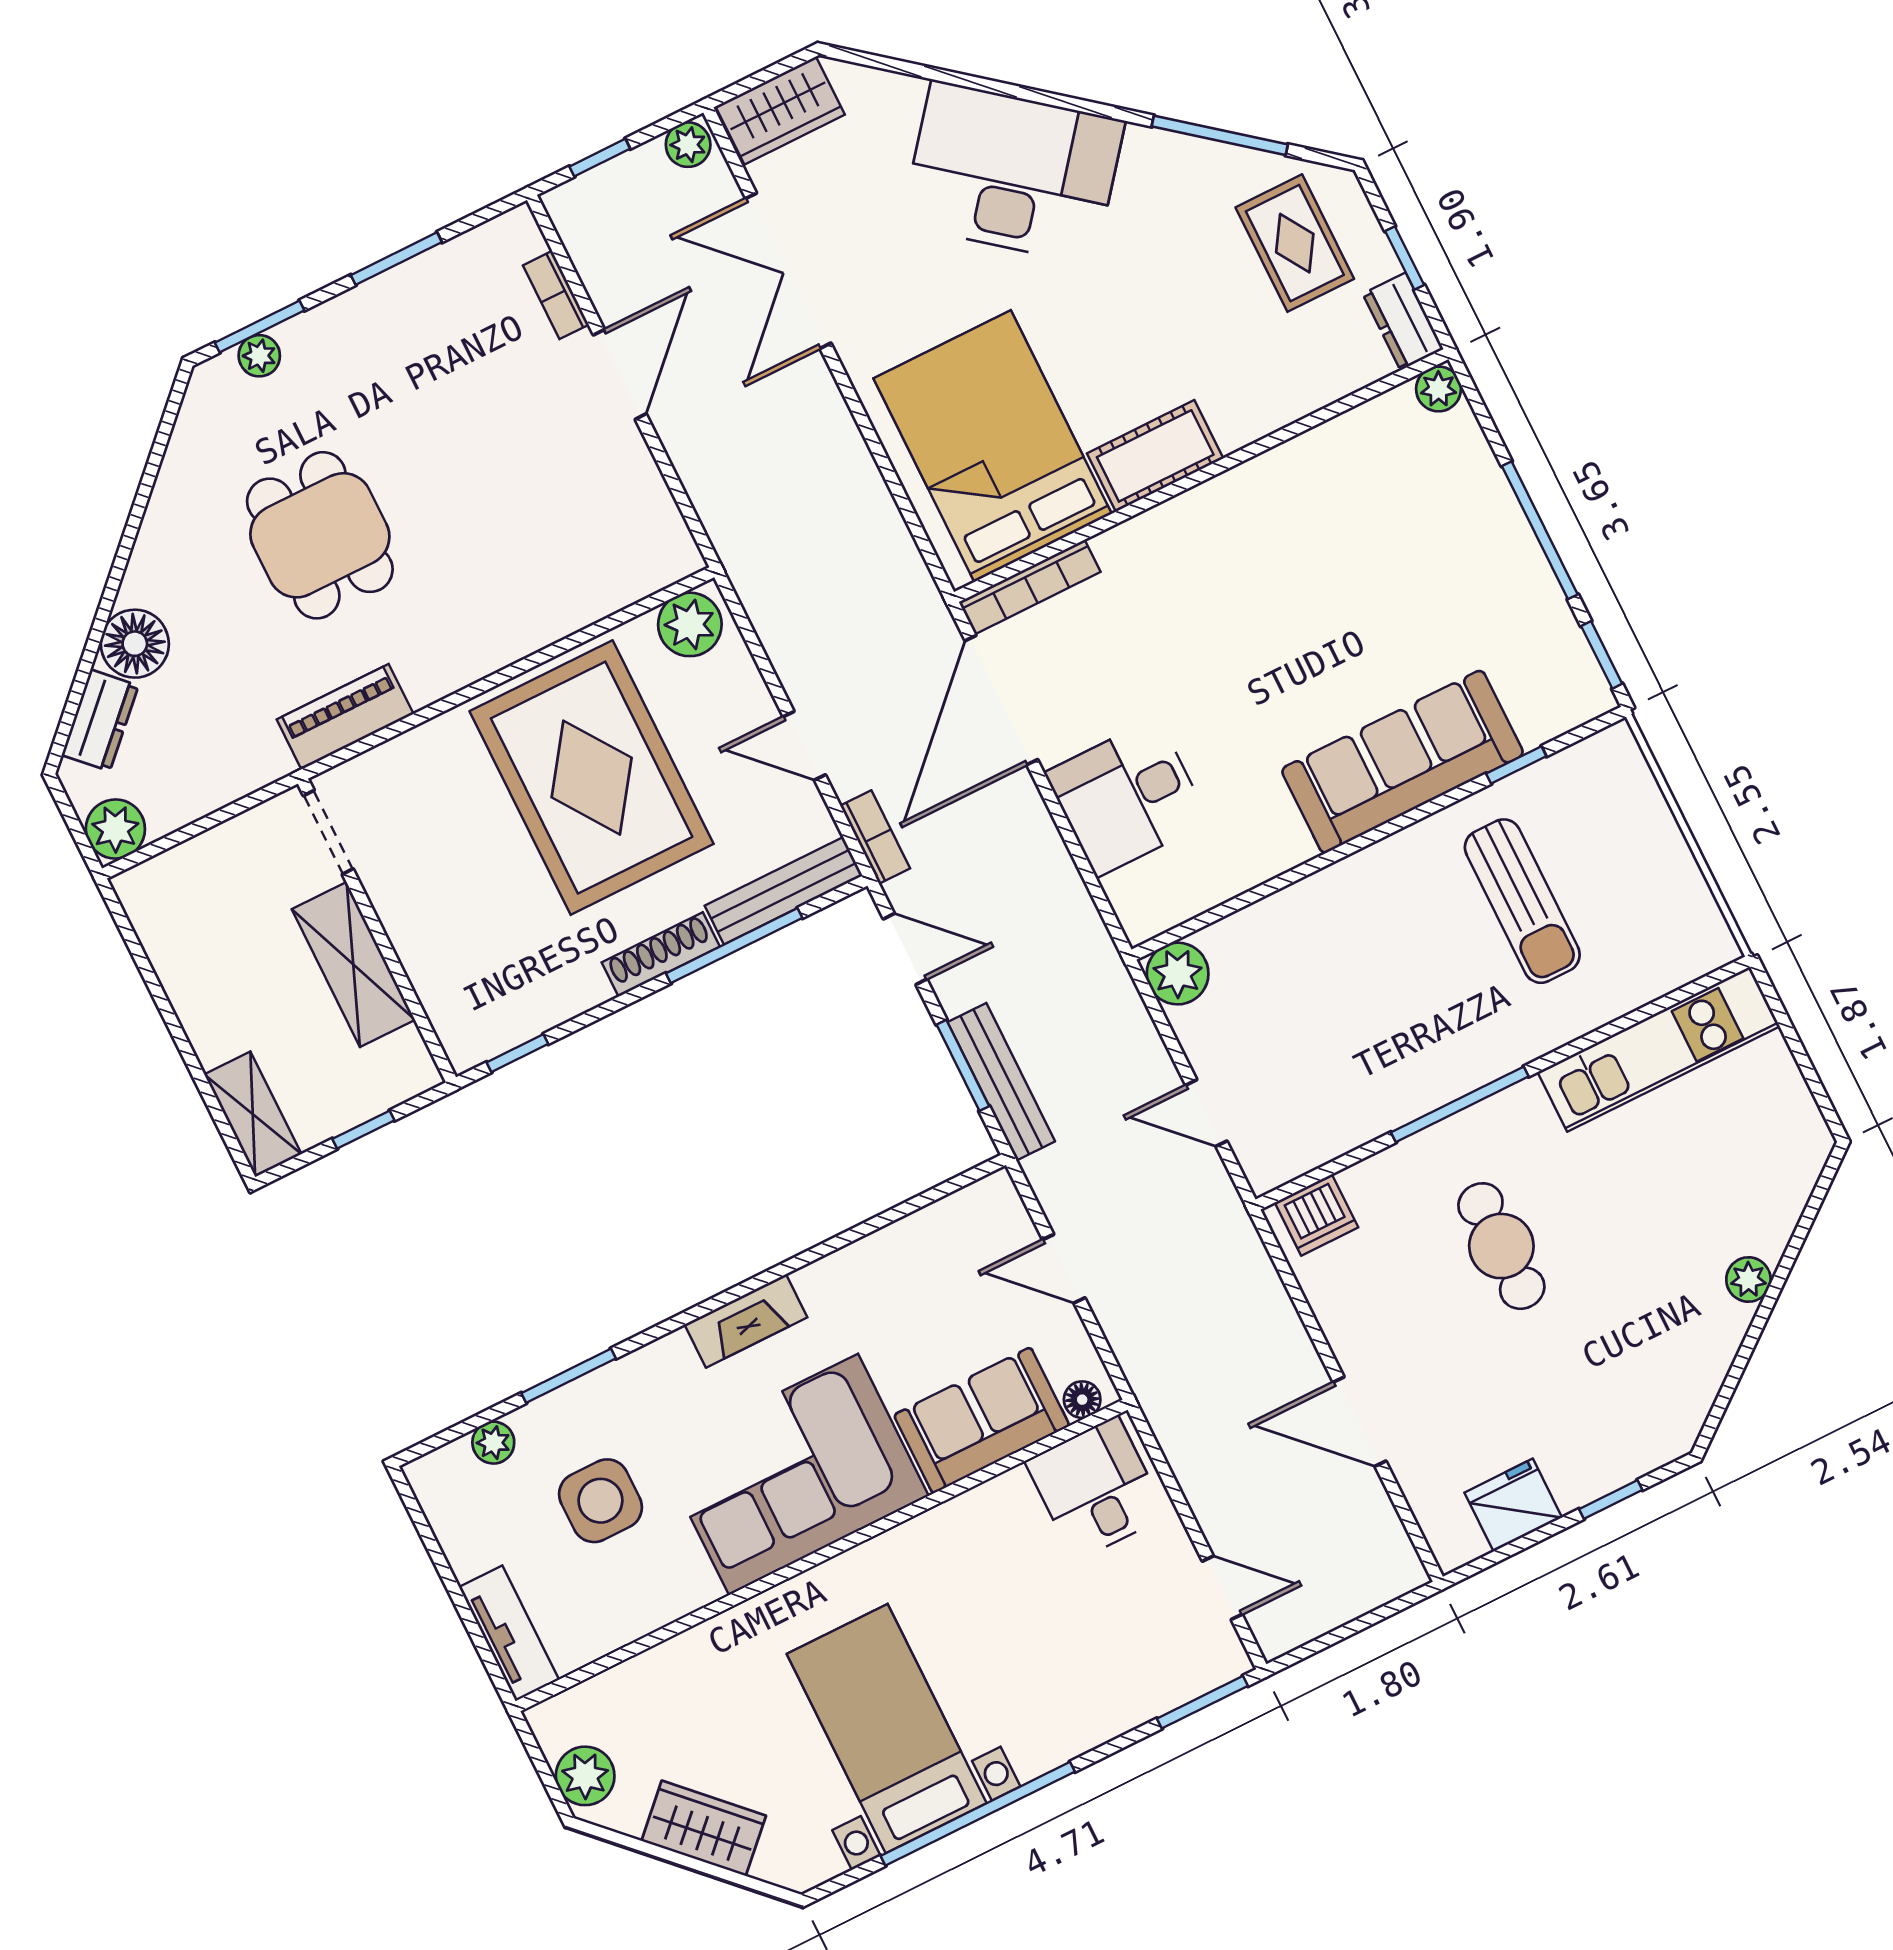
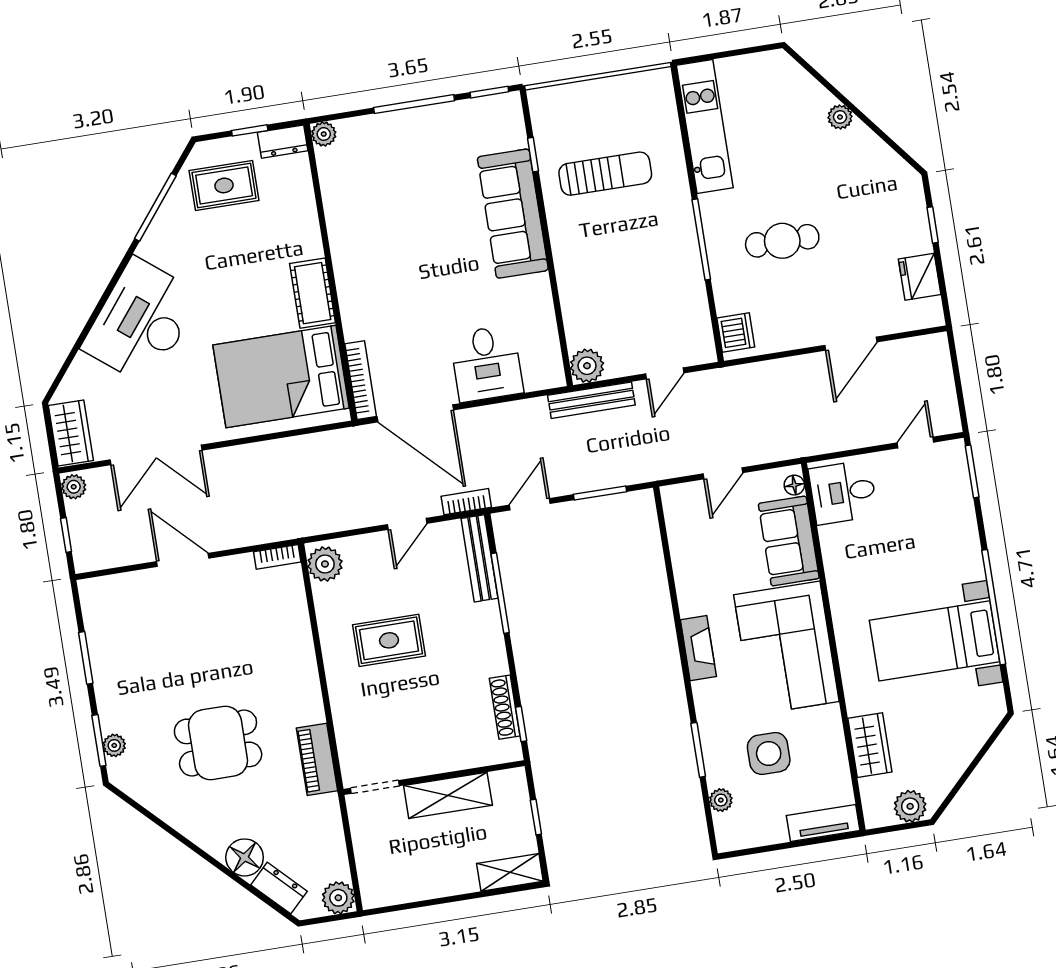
bookcase: (556, 295) -> (277, 557), moved
rug: (592, 778) -> (389, 640), width x0.54, depth x0.49
shoe rack: (661, 954) -> (505, 707), moved
bench: (1001, 1082) -> (591, 400), moved
wardrobe: (704, 1828) -> (870, 745), moved, turned 135

